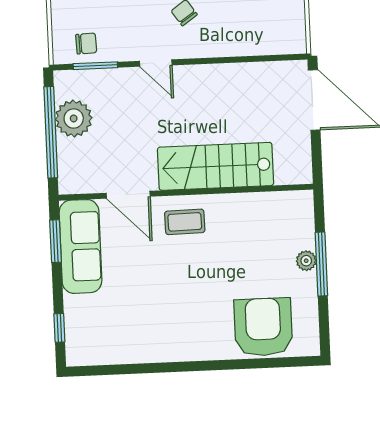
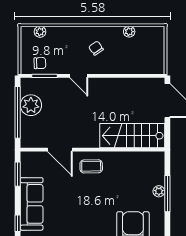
stairs: (216, 166) -> (132, 136), moved
sofa: (80, 246) -> (32, 204), moved

